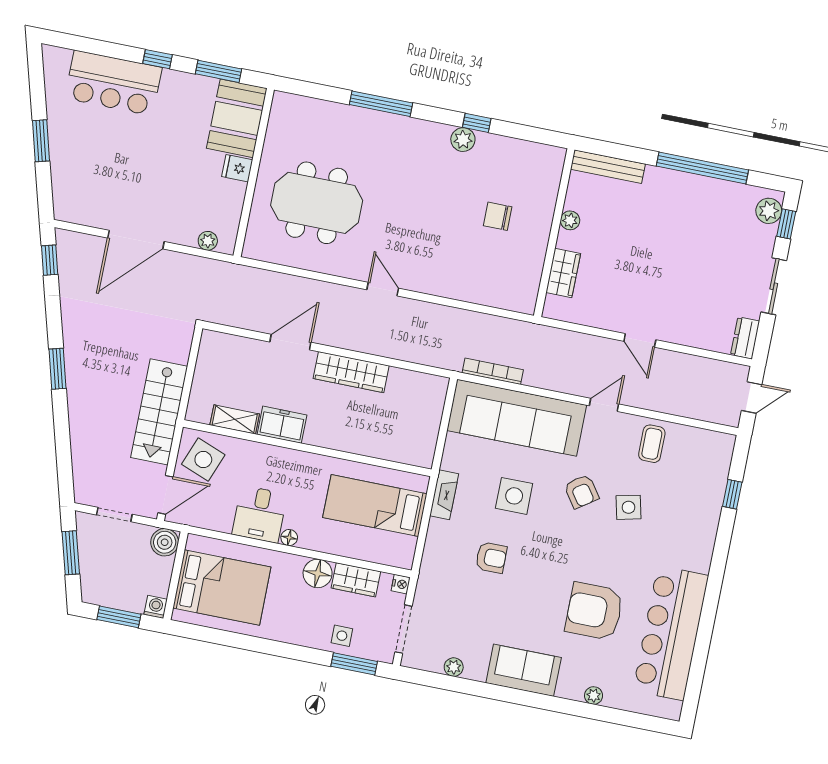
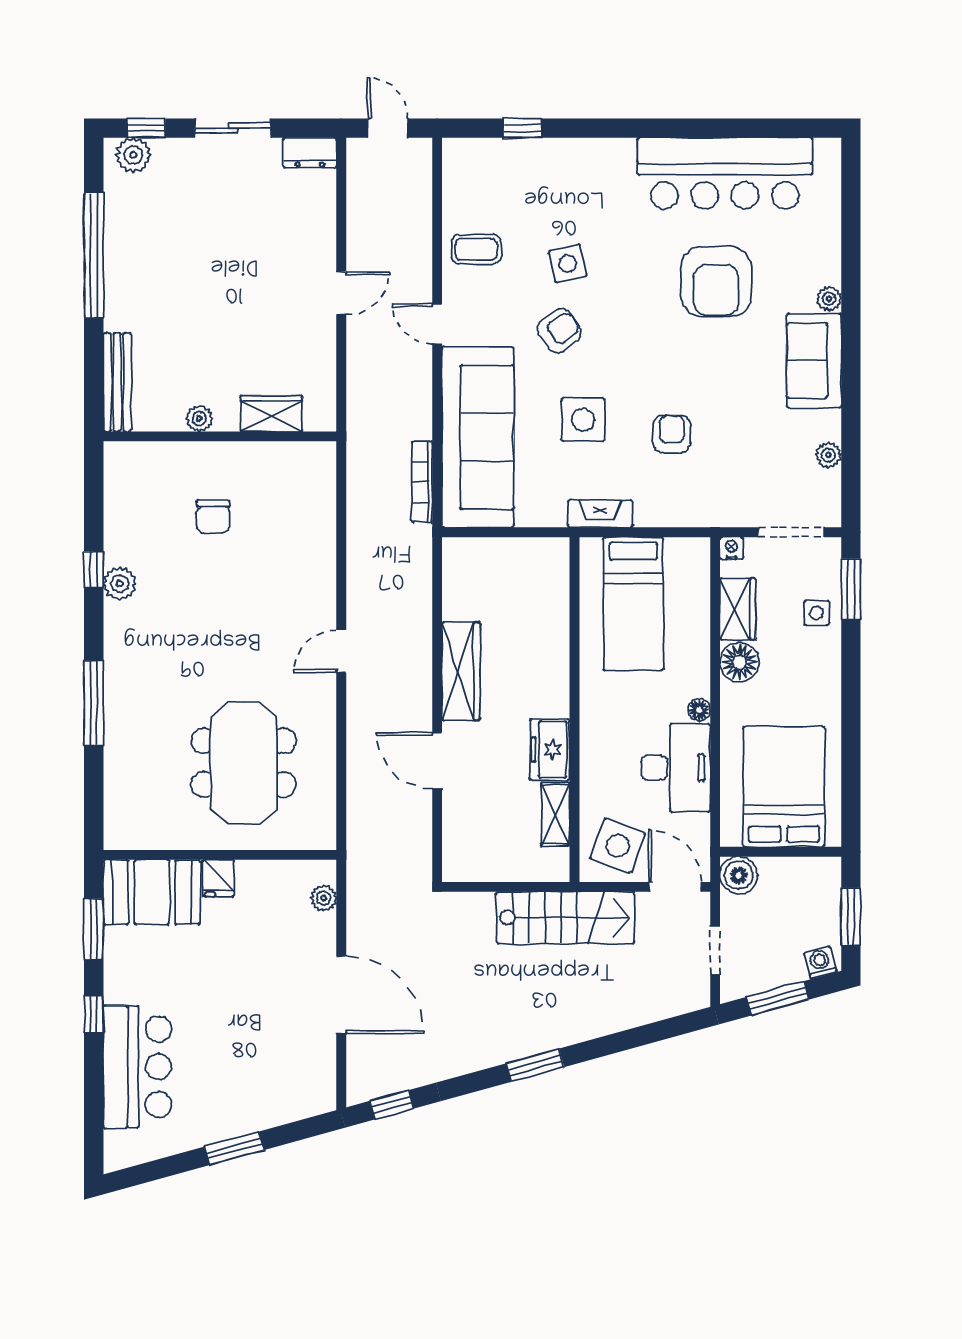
desk: (260, 514) -> (676, 768), width x1.37
washing machine: (156, 607) -> (820, 962), moved, turned 75
plant: (594, 695) -> (829, 299), moved

